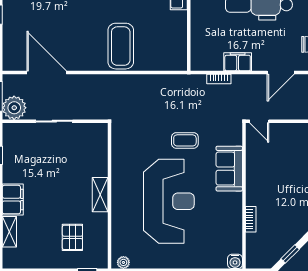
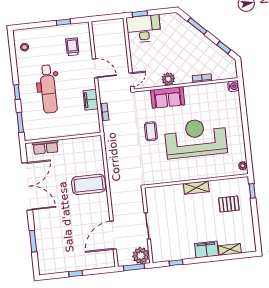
plant: (255, 172) -> (168, 79), added

